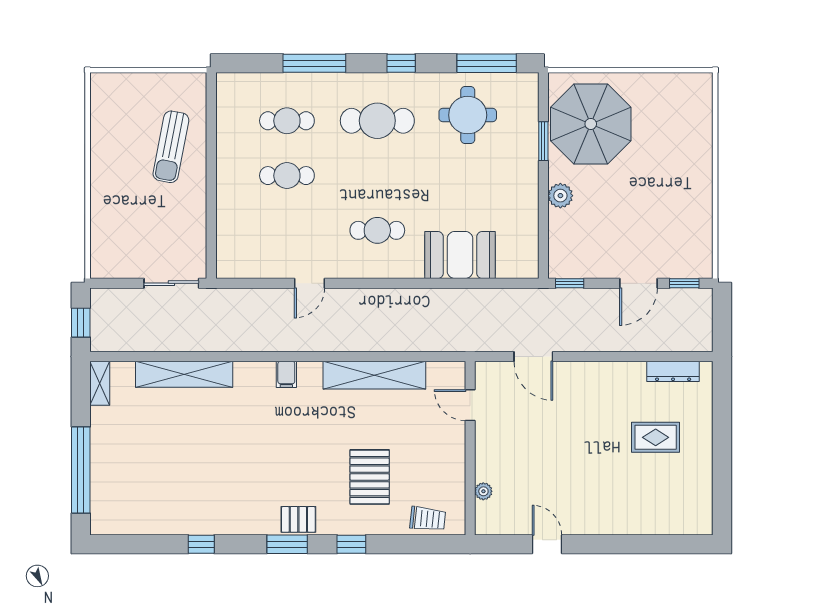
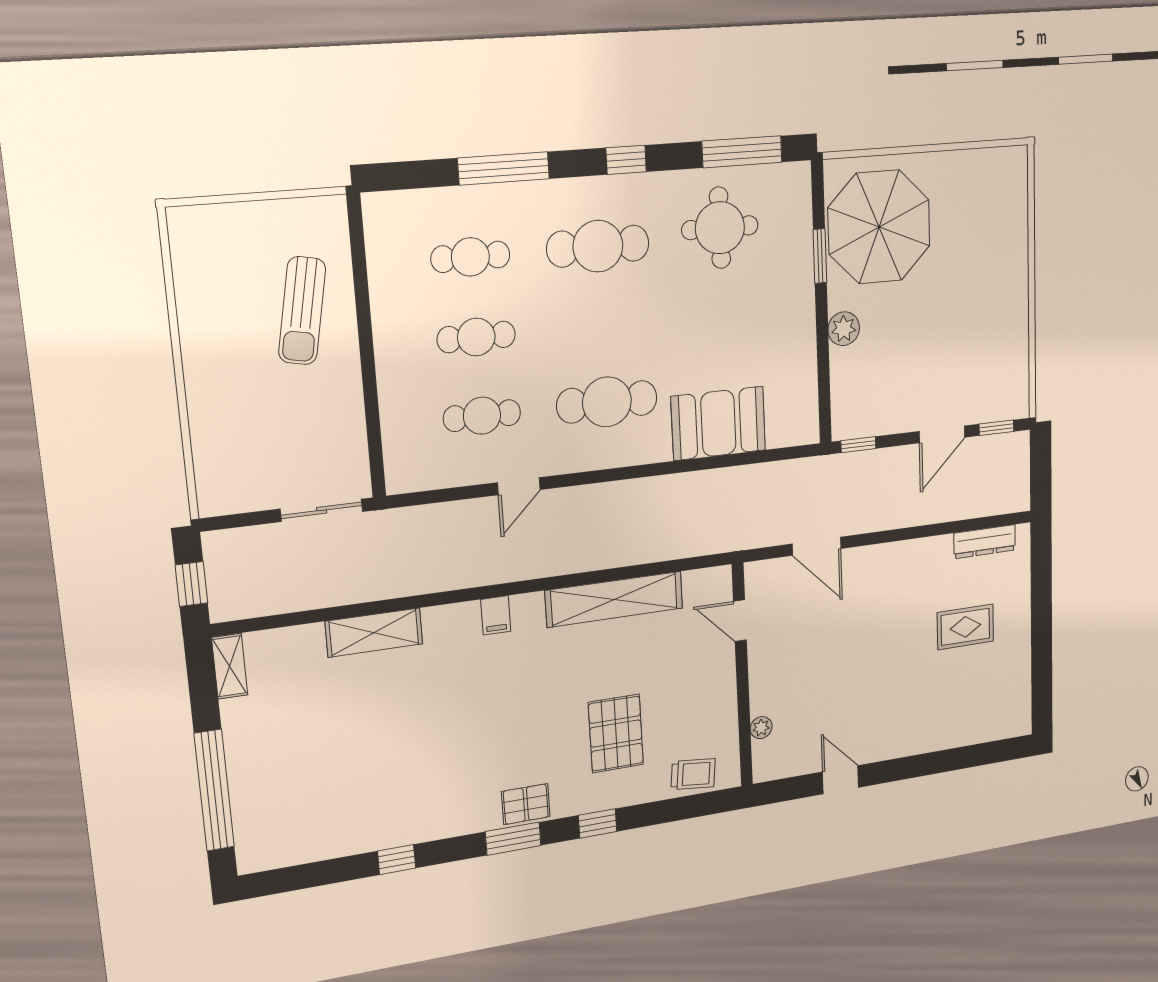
cafe table: (287, 230) -> (482, 416), added
cafe table: (377, 230) -> (607, 402), width x1.37, depth x1.35
shelving: (184, 374) -> (374, 633), width x0.68

